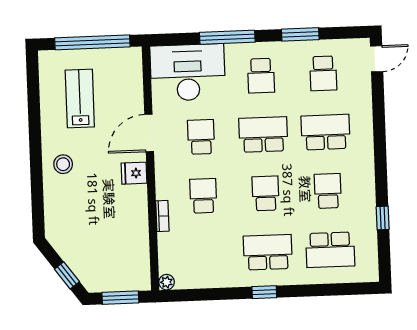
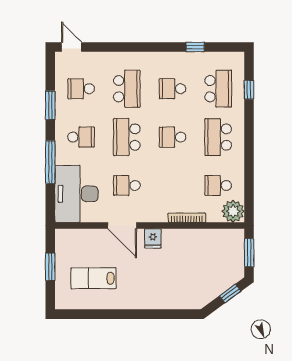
window: (92, 42) -> (50, 267), width x0.47
school desk: (323, 73) -> (81, 89), turned 180
school desk: (326, 132) -> (127, 89), turned 180
stool: (63, 164) -> (144, 293), removed
school desk: (203, 196) -> (218, 185), moved
bookcase: (162, 216) -> (187, 218), width x1.56
plant: (167, 282) -> (233, 211), width x1.88, depth x1.88
window: (264, 292) -> (249, 90), moved

